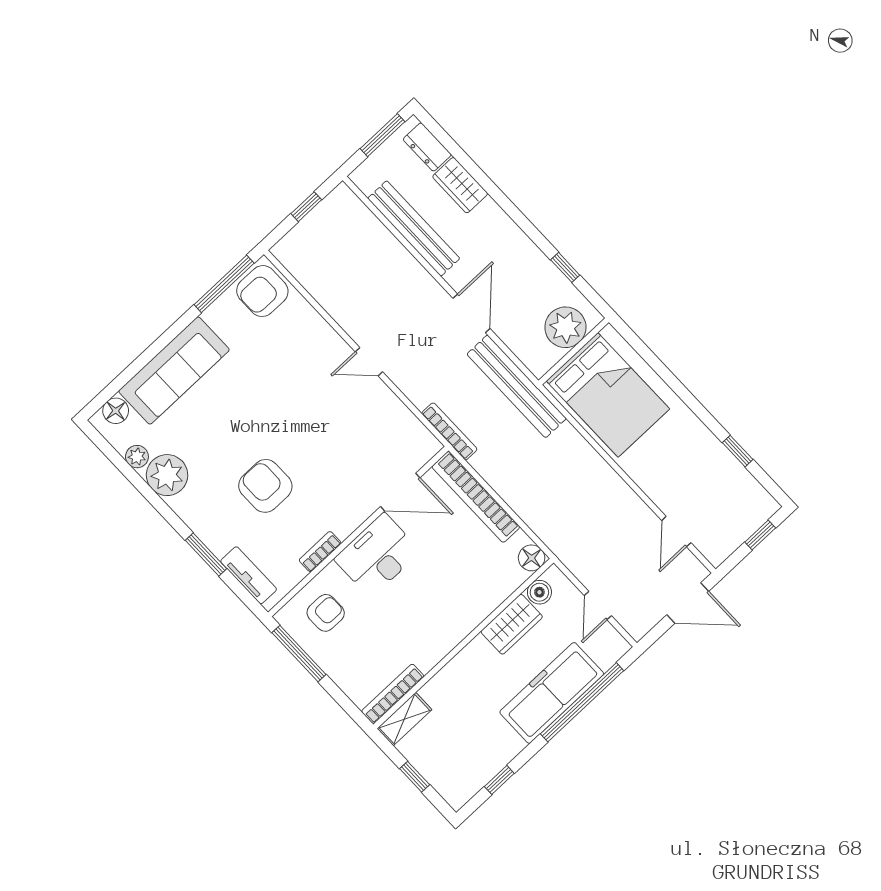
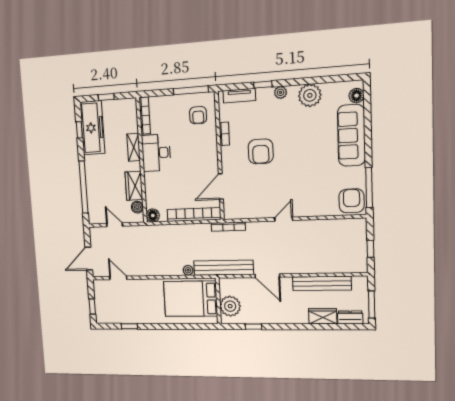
plant: (568, 435) -> (188, 270), added
plant: (137, 457) -> (280, 92), moved
armchair: (265, 486) -> (261, 151), moved, turned 90
window: (206, 555) -> (263, 85), width x0.67
desk: (377, 555) -> (156, 153), moved, turned 180
freezer: (552, 693) -> (92, 128), moved
shelving: (404, 719) -> (134, 147), moved

